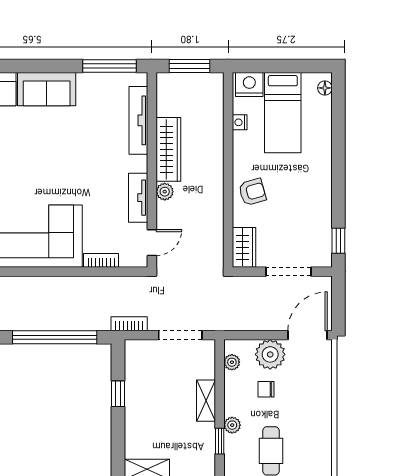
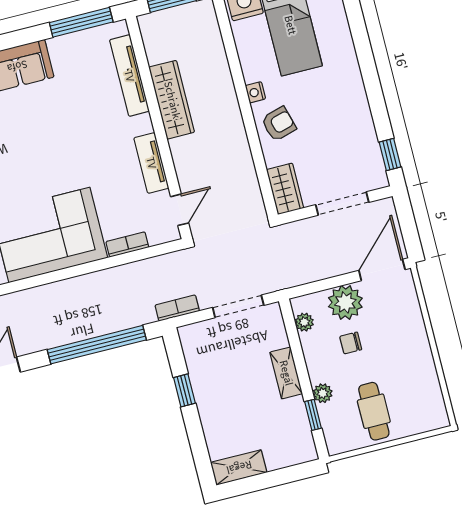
nightstand: (240, 122) -> (255, 92), moved
plant: (165, 192) -> (180, 149), removed

